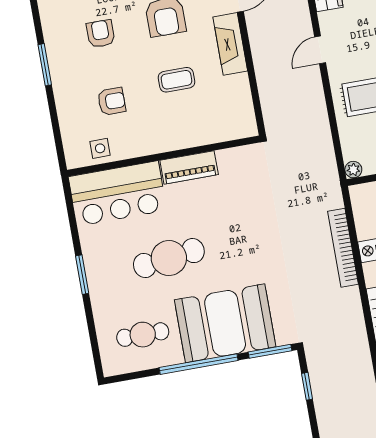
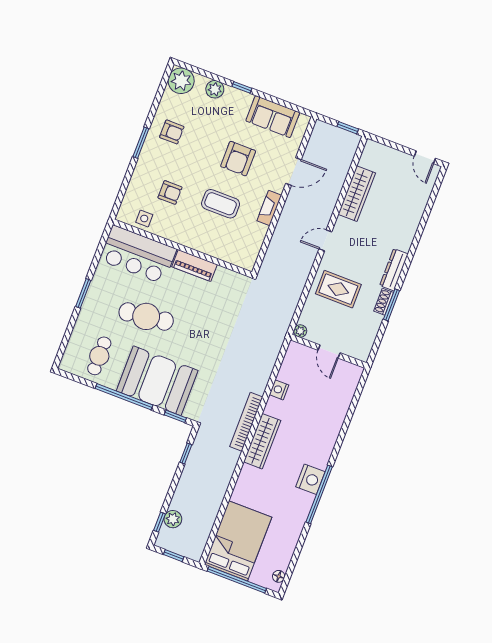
armchair: (101, 34) -> (172, 132), moved, turned 90
fireplace: (230, 44) -> (269, 208), width x0.73, depth x0.76
coffee table: (176, 80) -> (221, 204), width x1.36, depth x1.30
bookcase: (343, 248) -> (246, 422), moved
cafe table: (143, 335) -> (99, 356), turned 90
window: (270, 351) -> (175, 416), width x0.67

